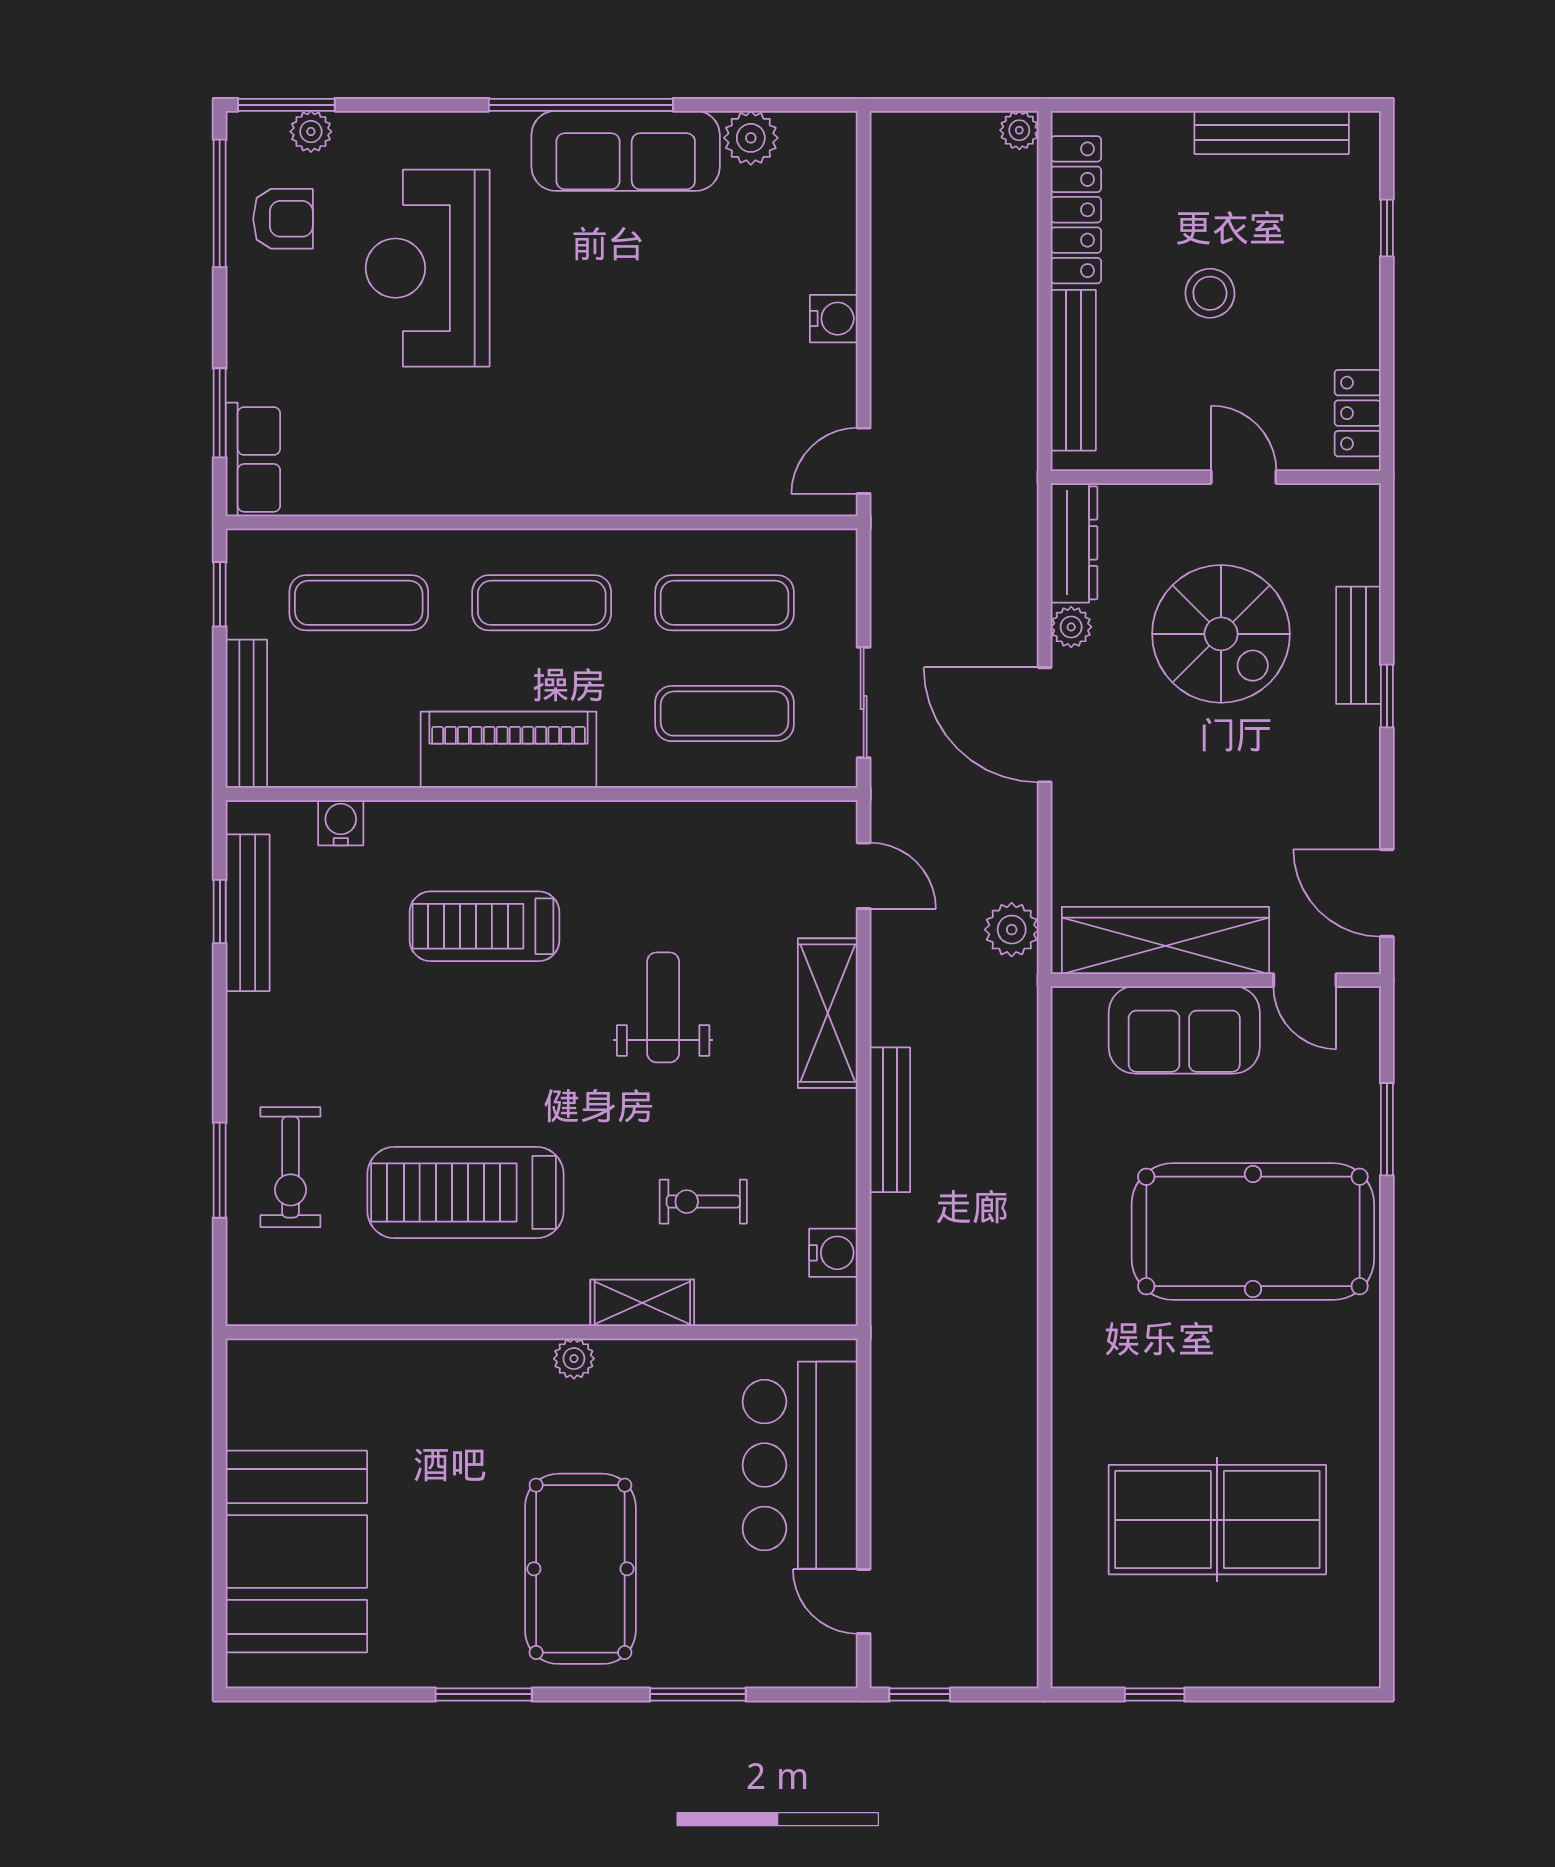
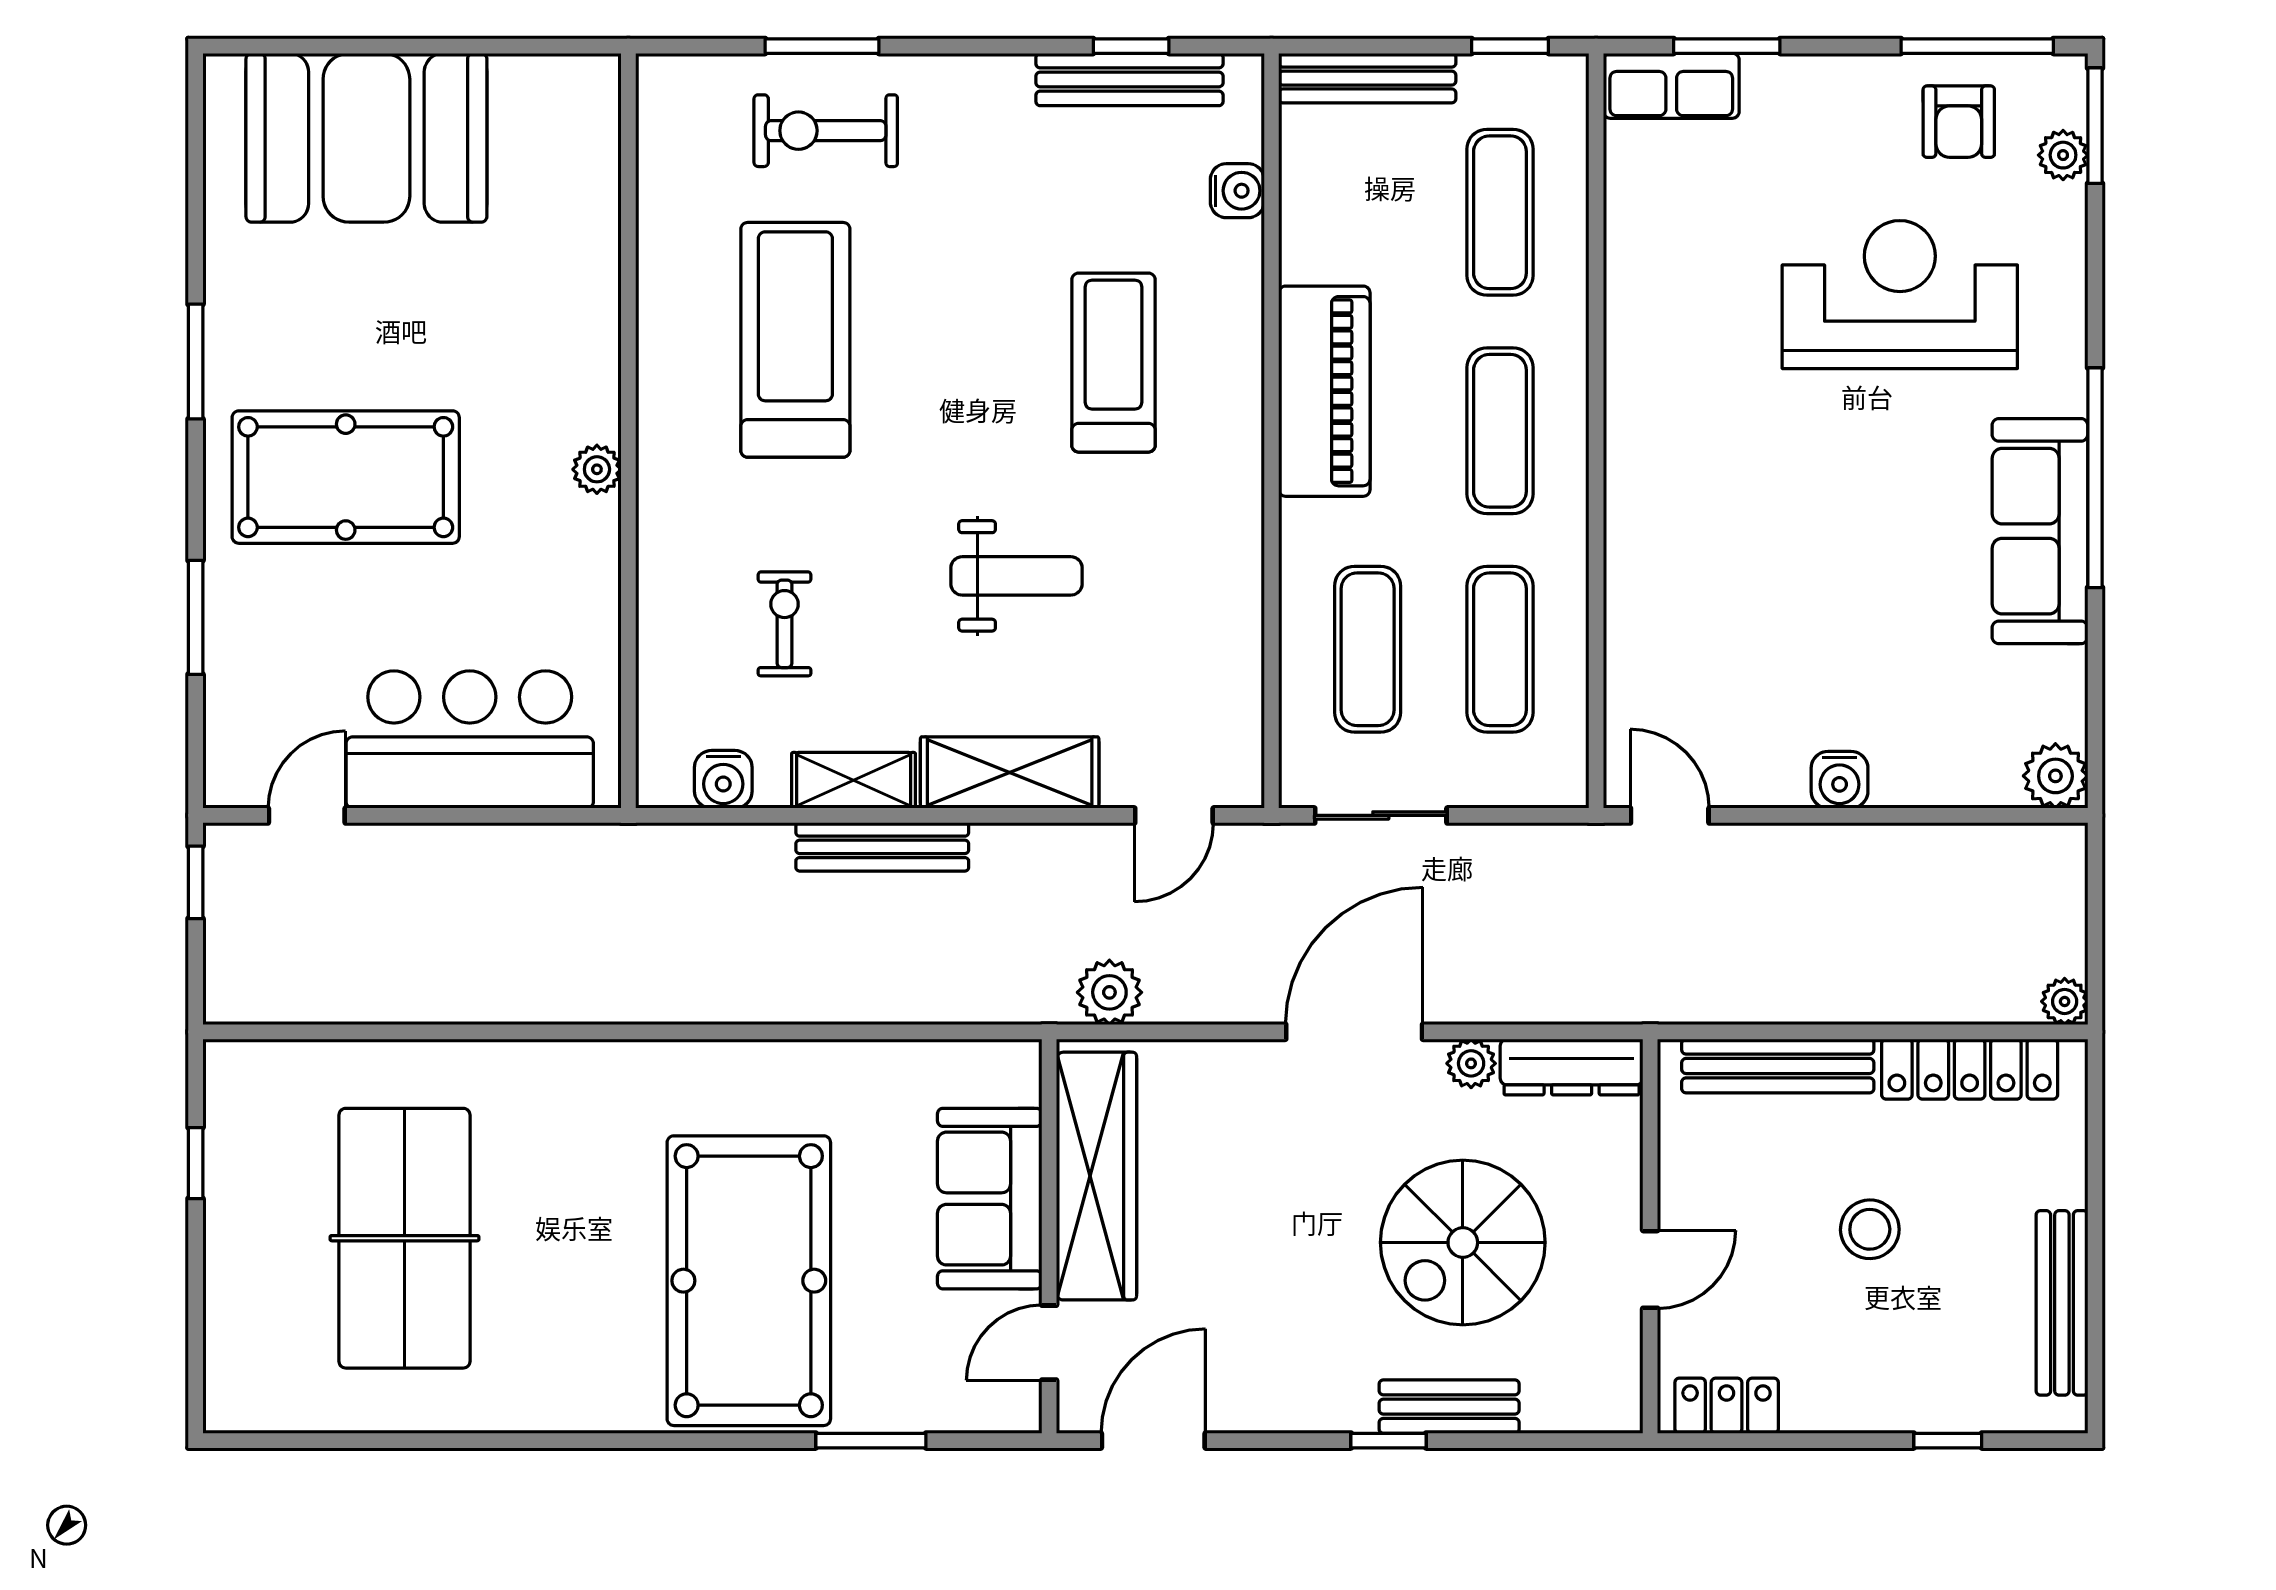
plant: (751, 138) -> (2055, 776), moved
shelving: (642, 1303) -> (854, 780), moved, turned 90

